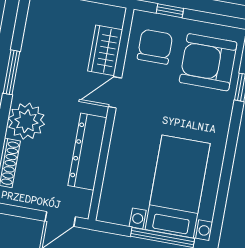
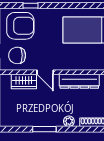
armchair: (208, 62) -> (20, 26), turned -90
plant: (26, 121) -> (69, 121), width x0.53, depth x0.53

